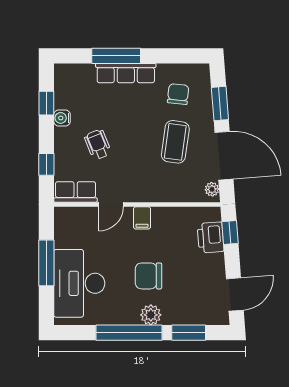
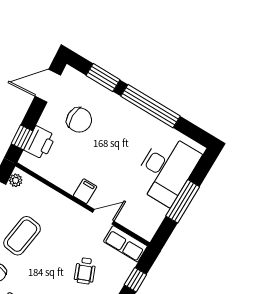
chair: (148, 276) -> (79, 120), moved
plant: (151, 315) -> (125, 110), removed

